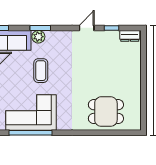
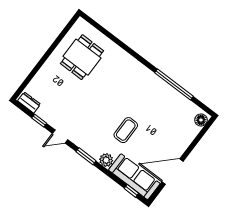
window: (40, 28) -> (86, 156), moved
corner sofa: (31, 112) -> (161, 101), removed
dining table: (106, 112) -> (82, 57), moved, turned 90

